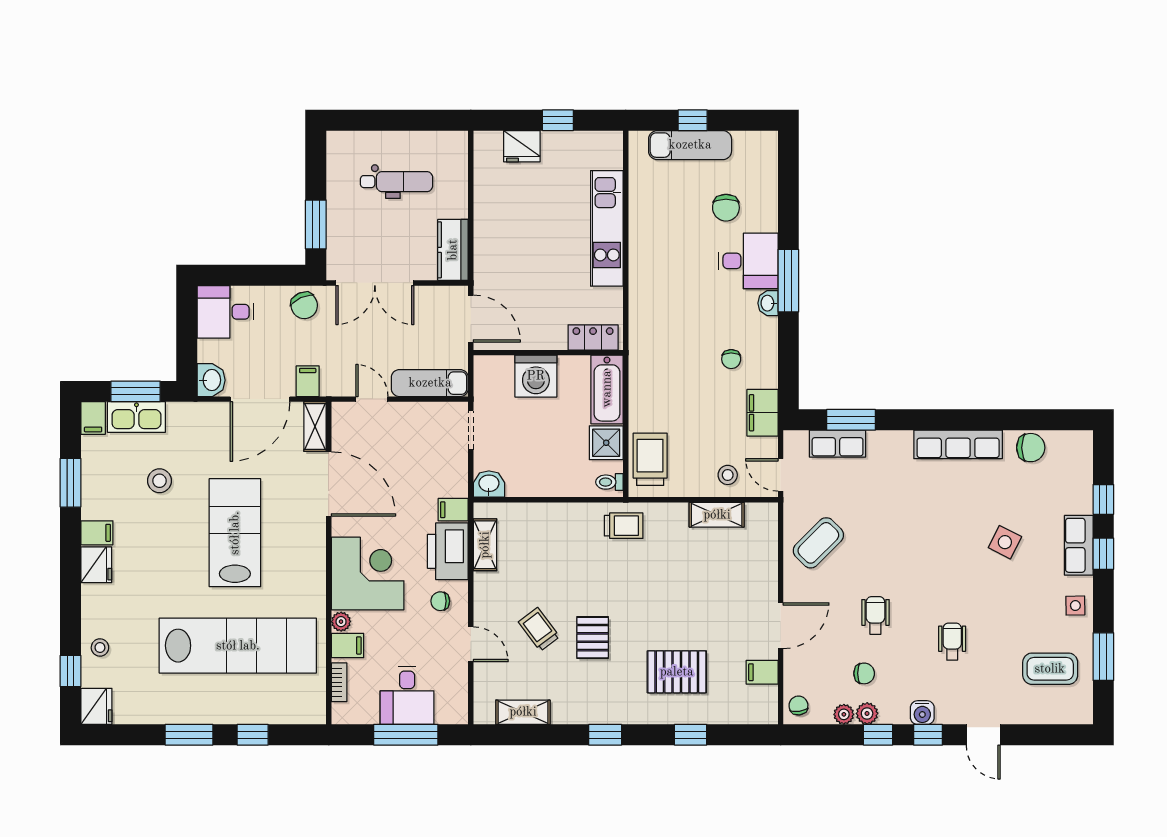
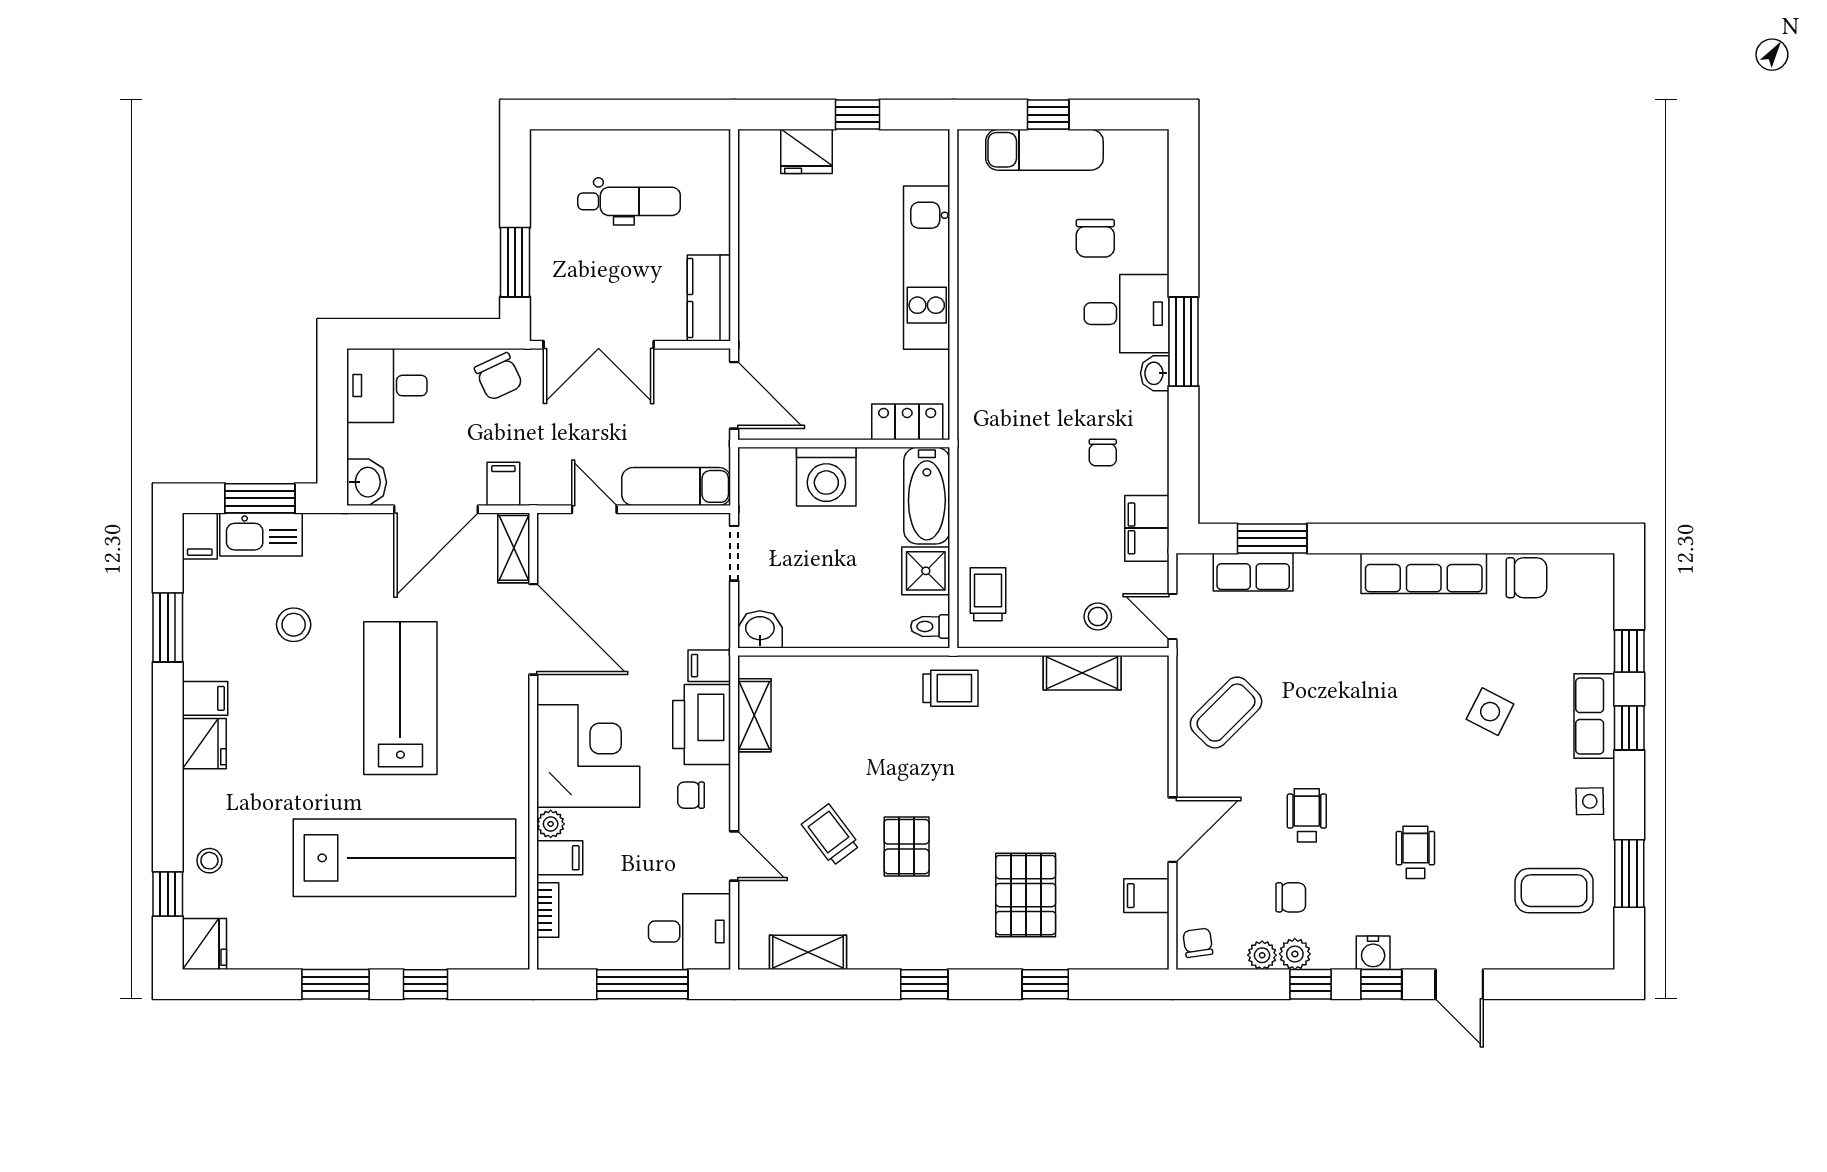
trolley: (650, 459) -> (988, 594), width x0.73, depth x0.72
pallet: (677, 672) -> (1026, 895), turned 90
desk: (407, 696) -> (690, 932), moved, turned -90

